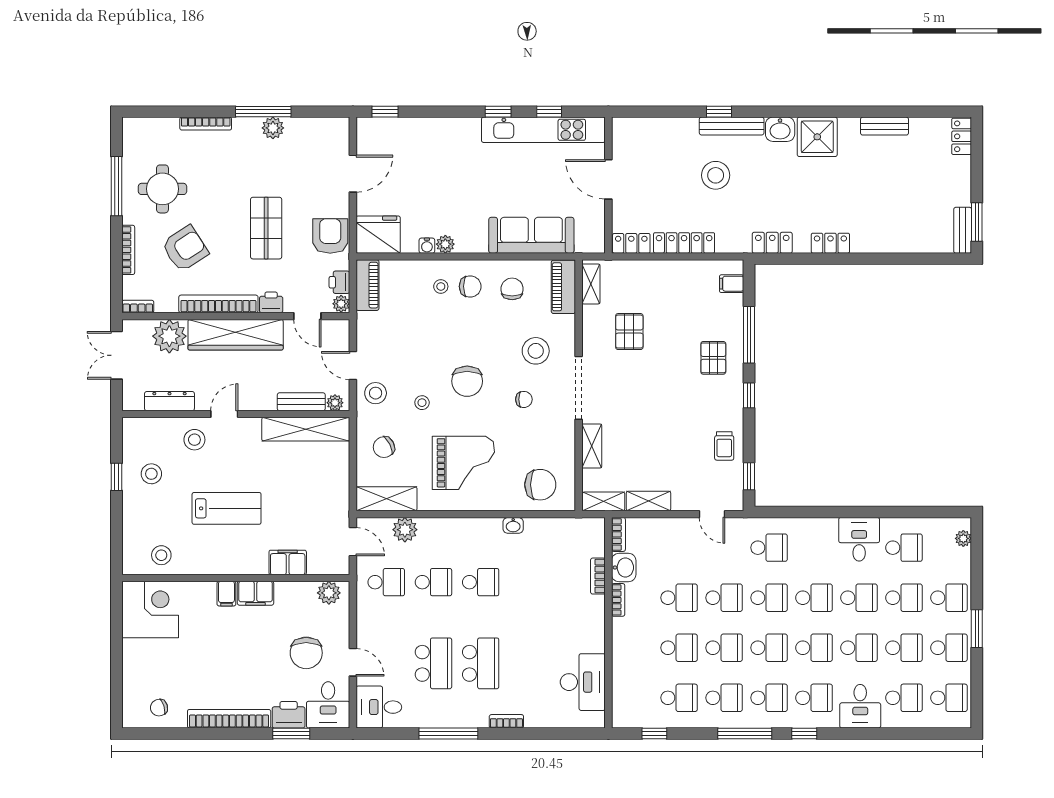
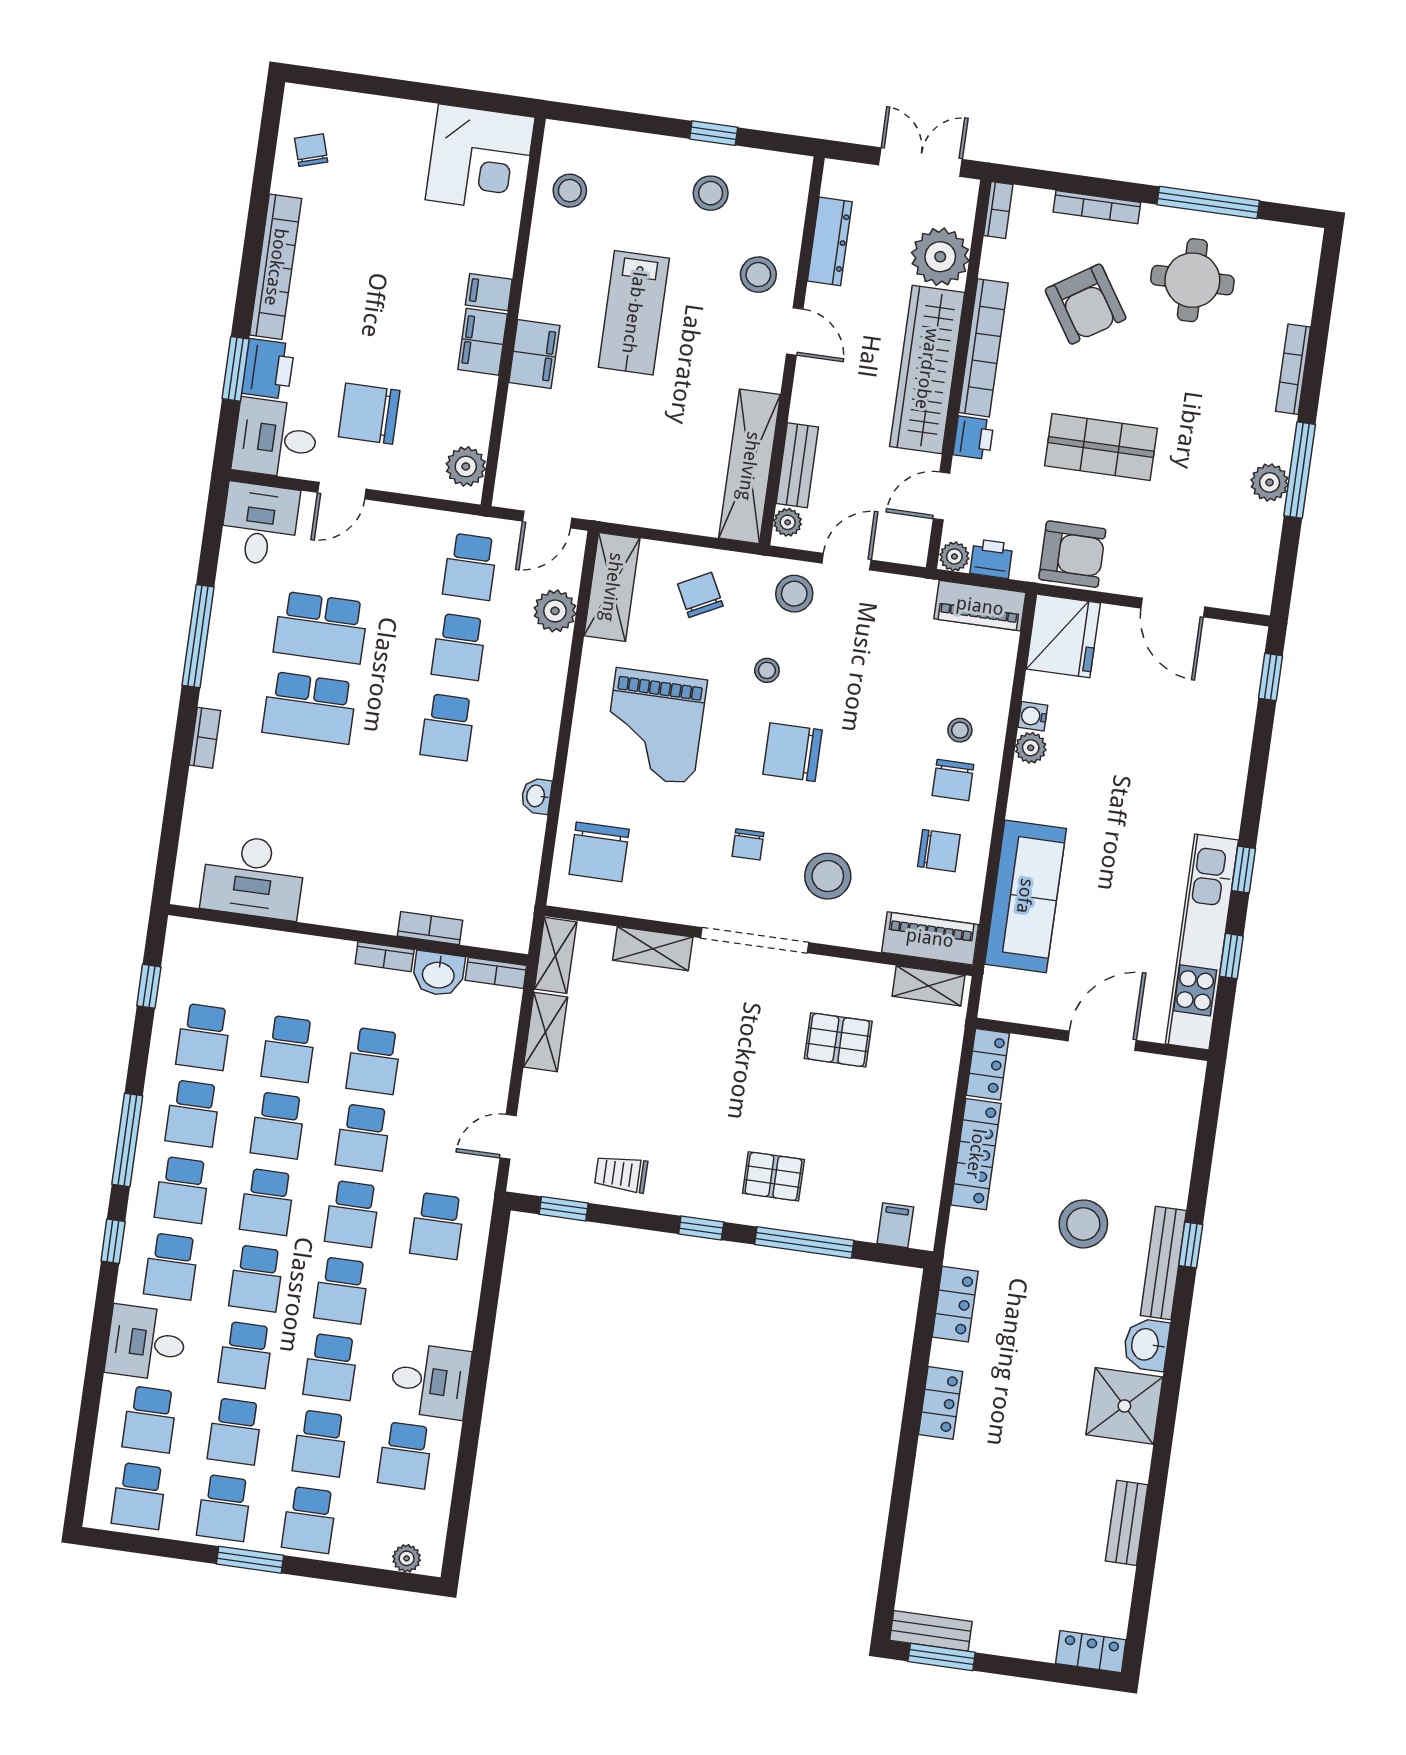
filing cabinet: (288, 562) -> (534, 354), moved

